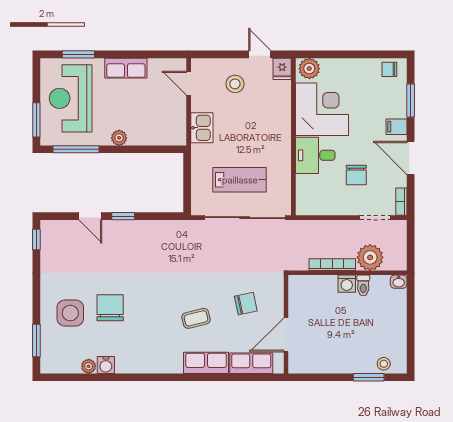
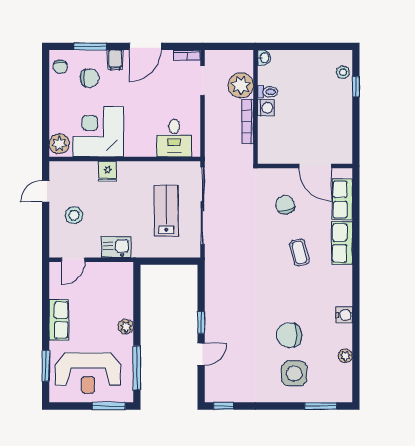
fridge: (282, 69) -> (107, 172), moved, turned 90
desk: (315, 155) -> (174, 138), moved
chair: (356, 175) -> (89, 78), moved
water cooler: (106, 365) -> (344, 315), moved
window: (369, 377) -> (356, 87), width x0.67

